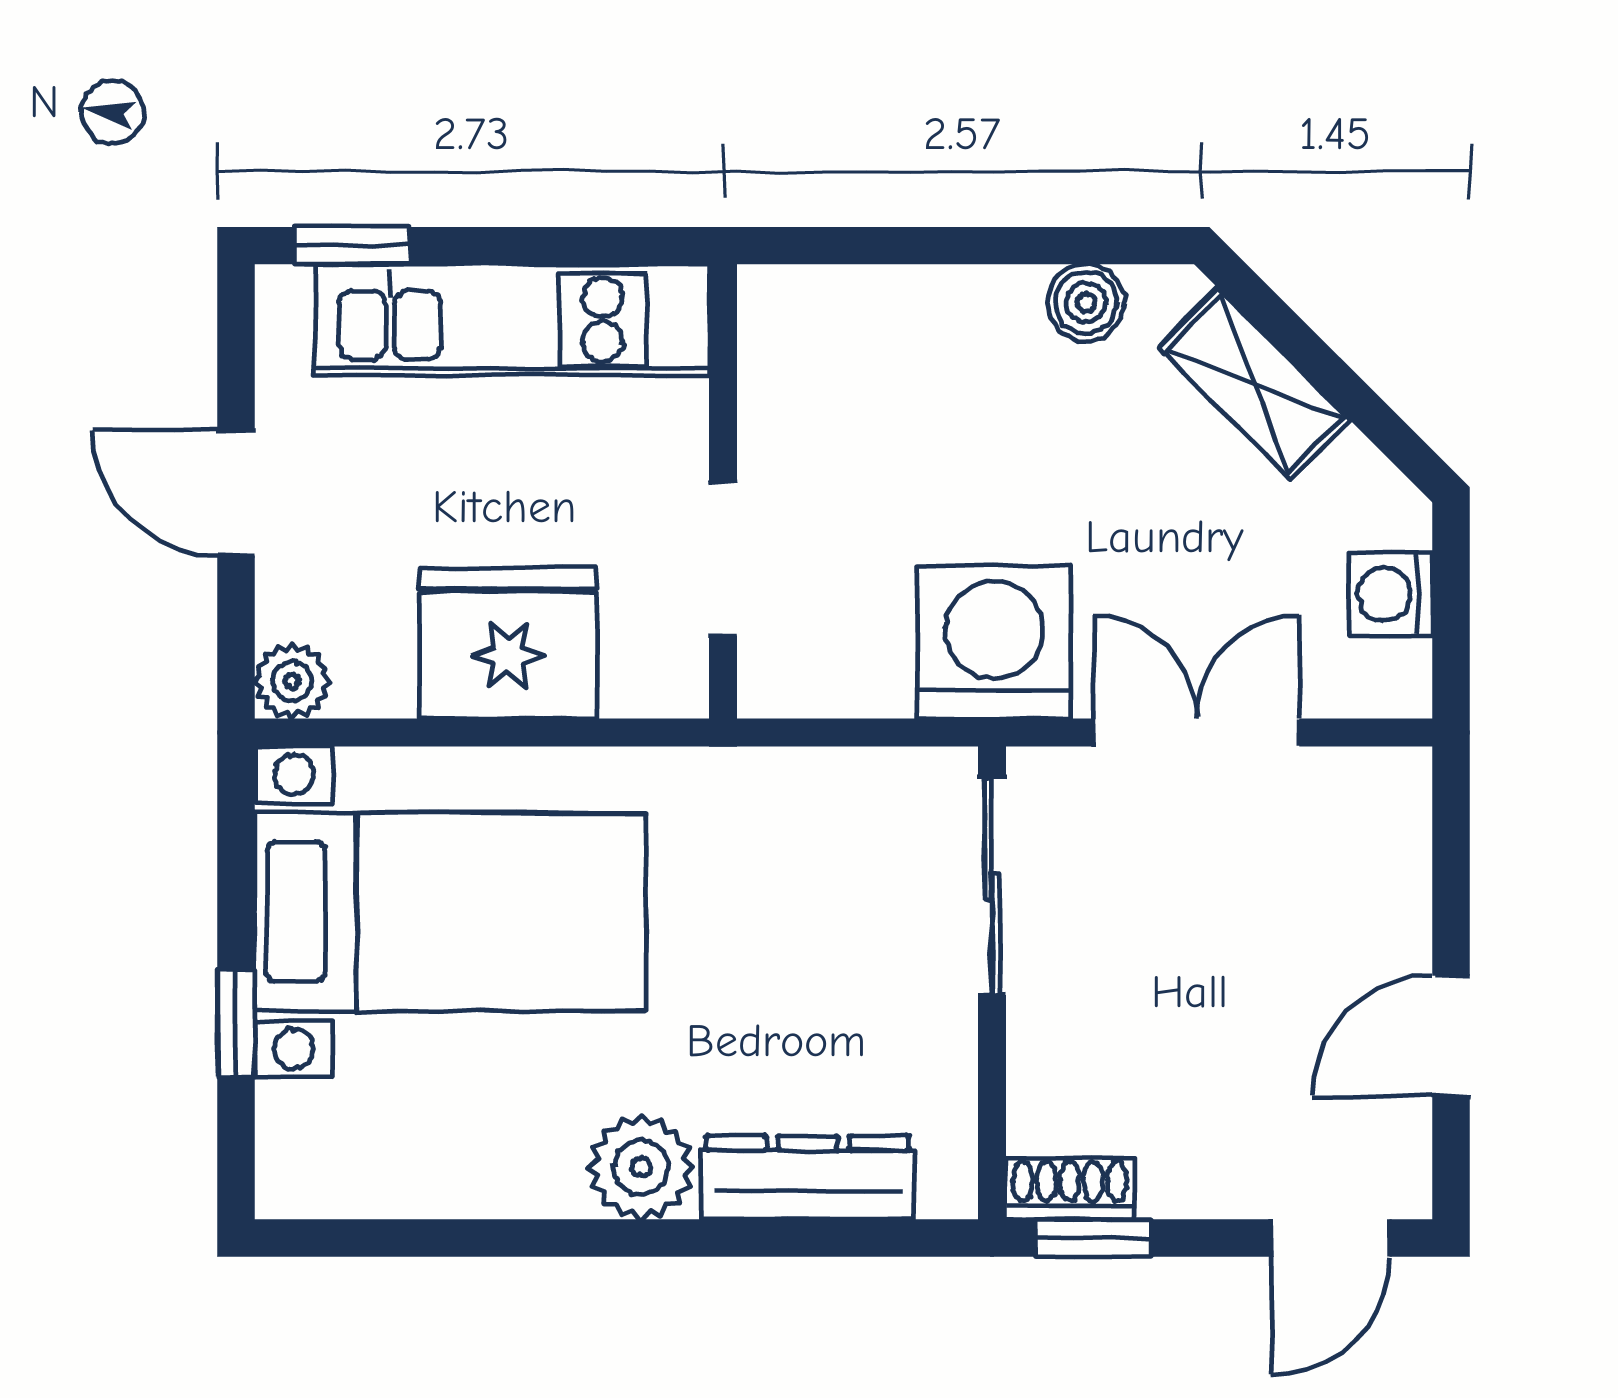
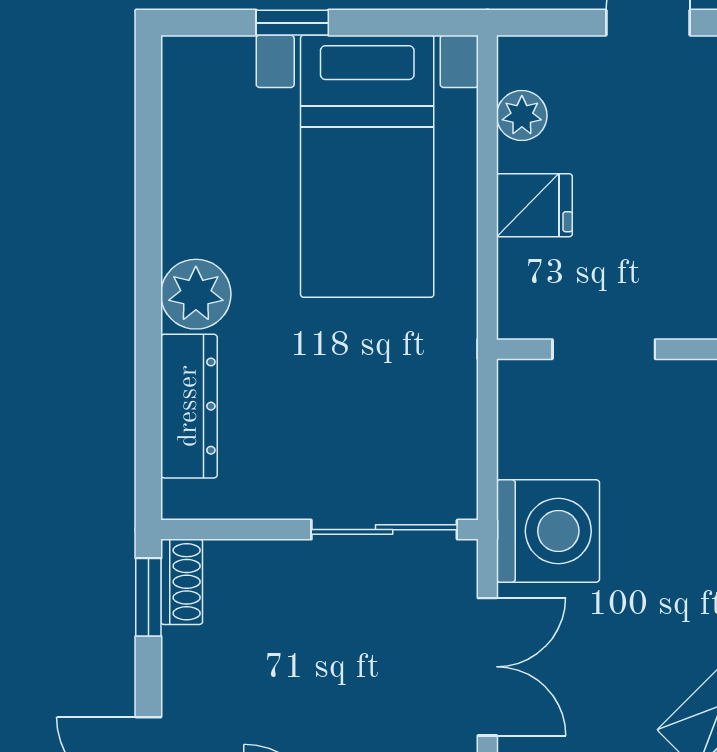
fridge: (508, 643) -> (534, 205), width x0.53, depth x0.75
plant: (292, 681) -> (522, 116), moved

